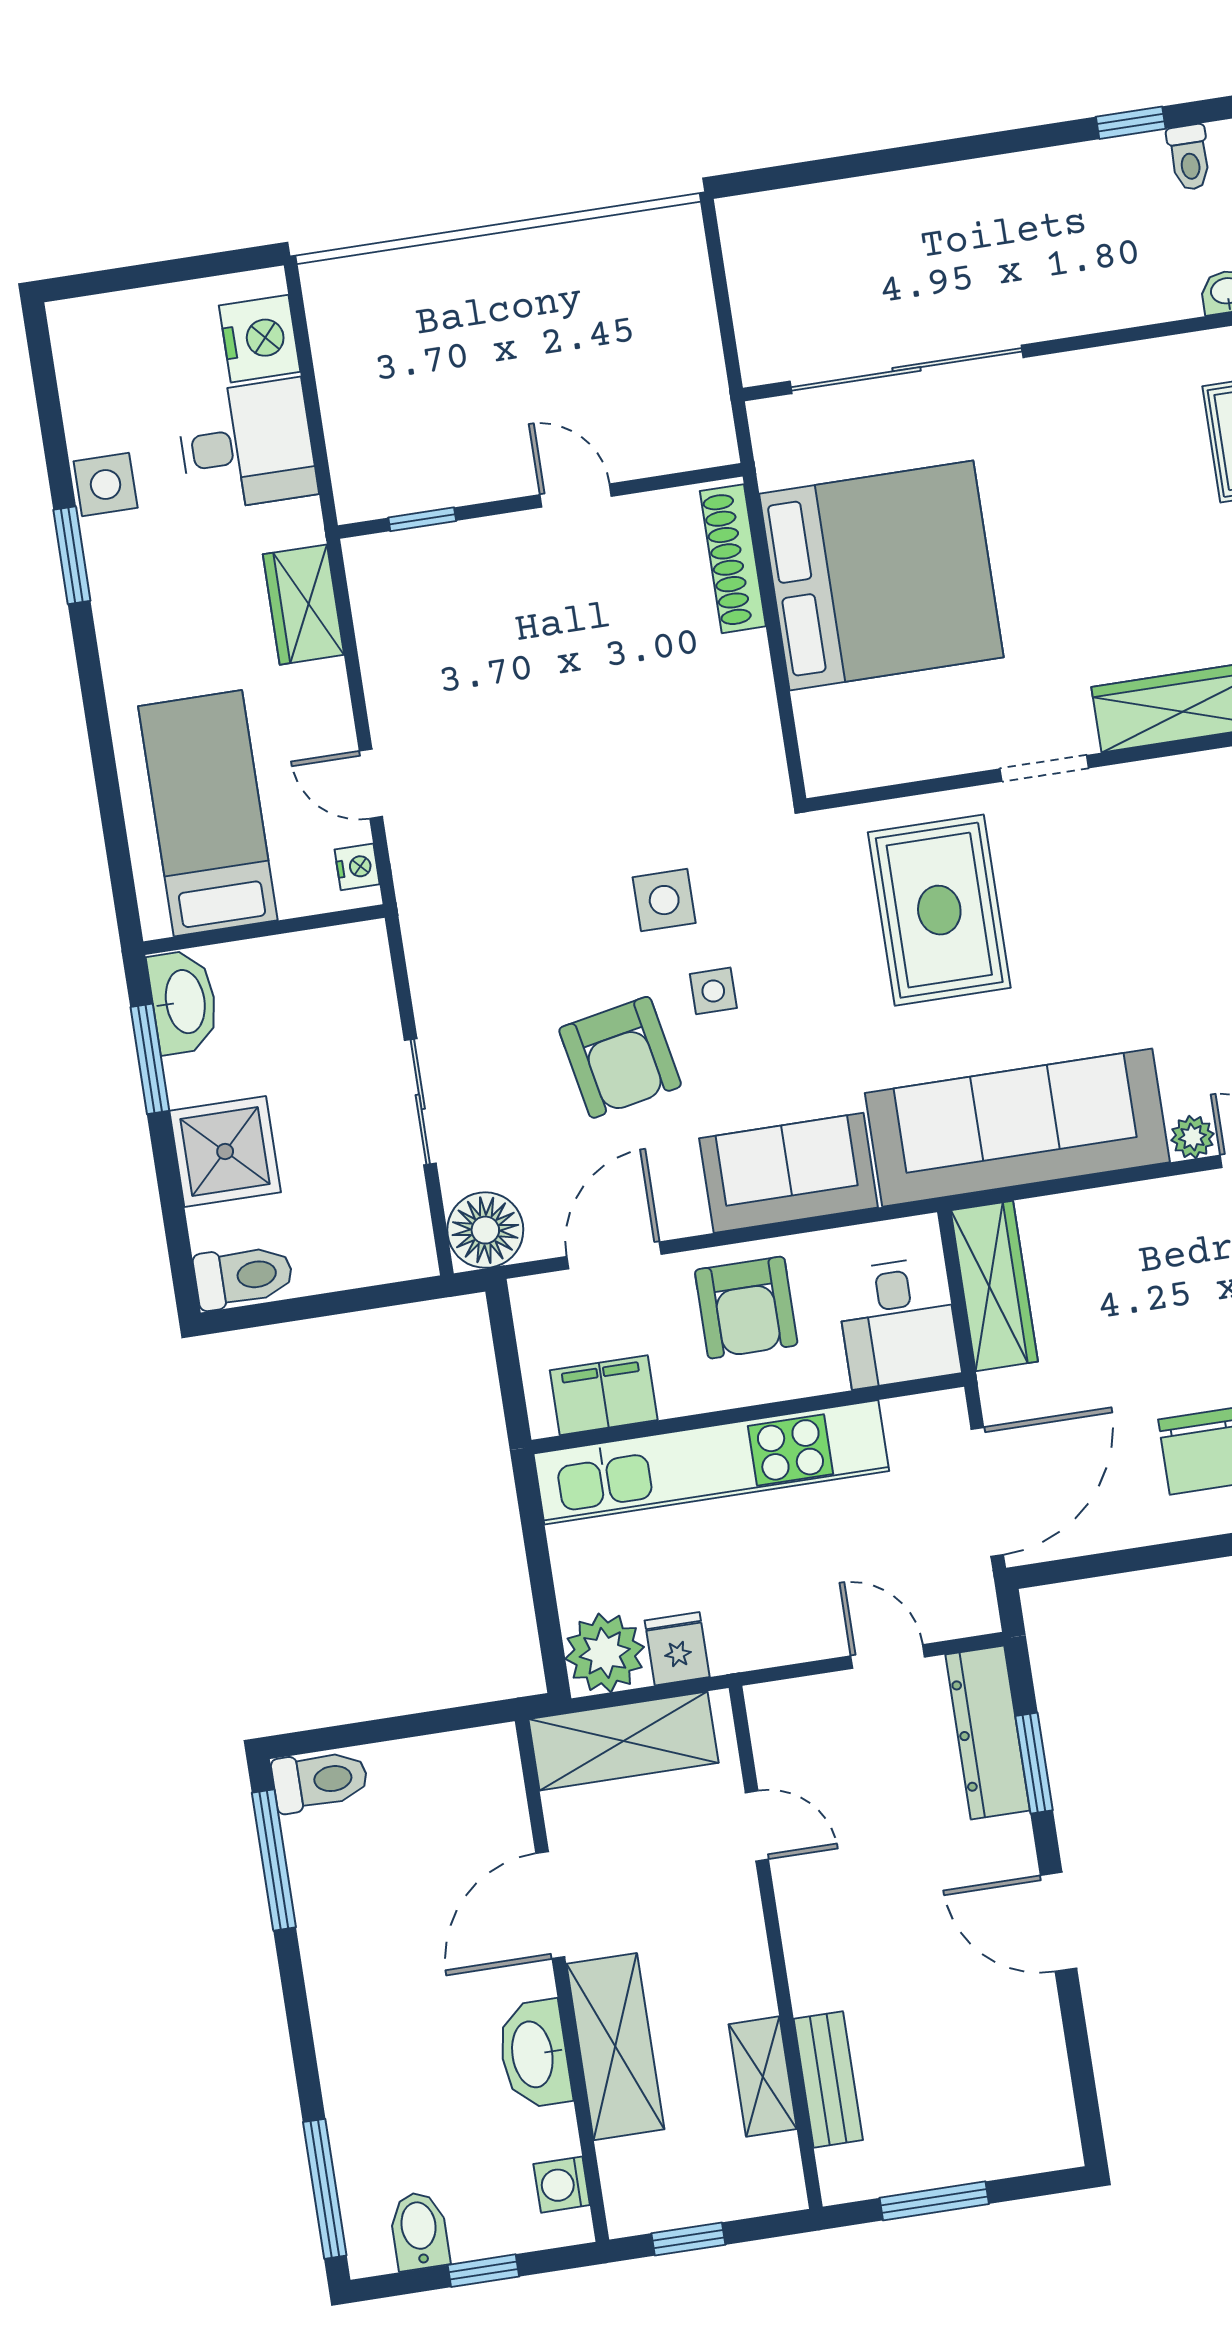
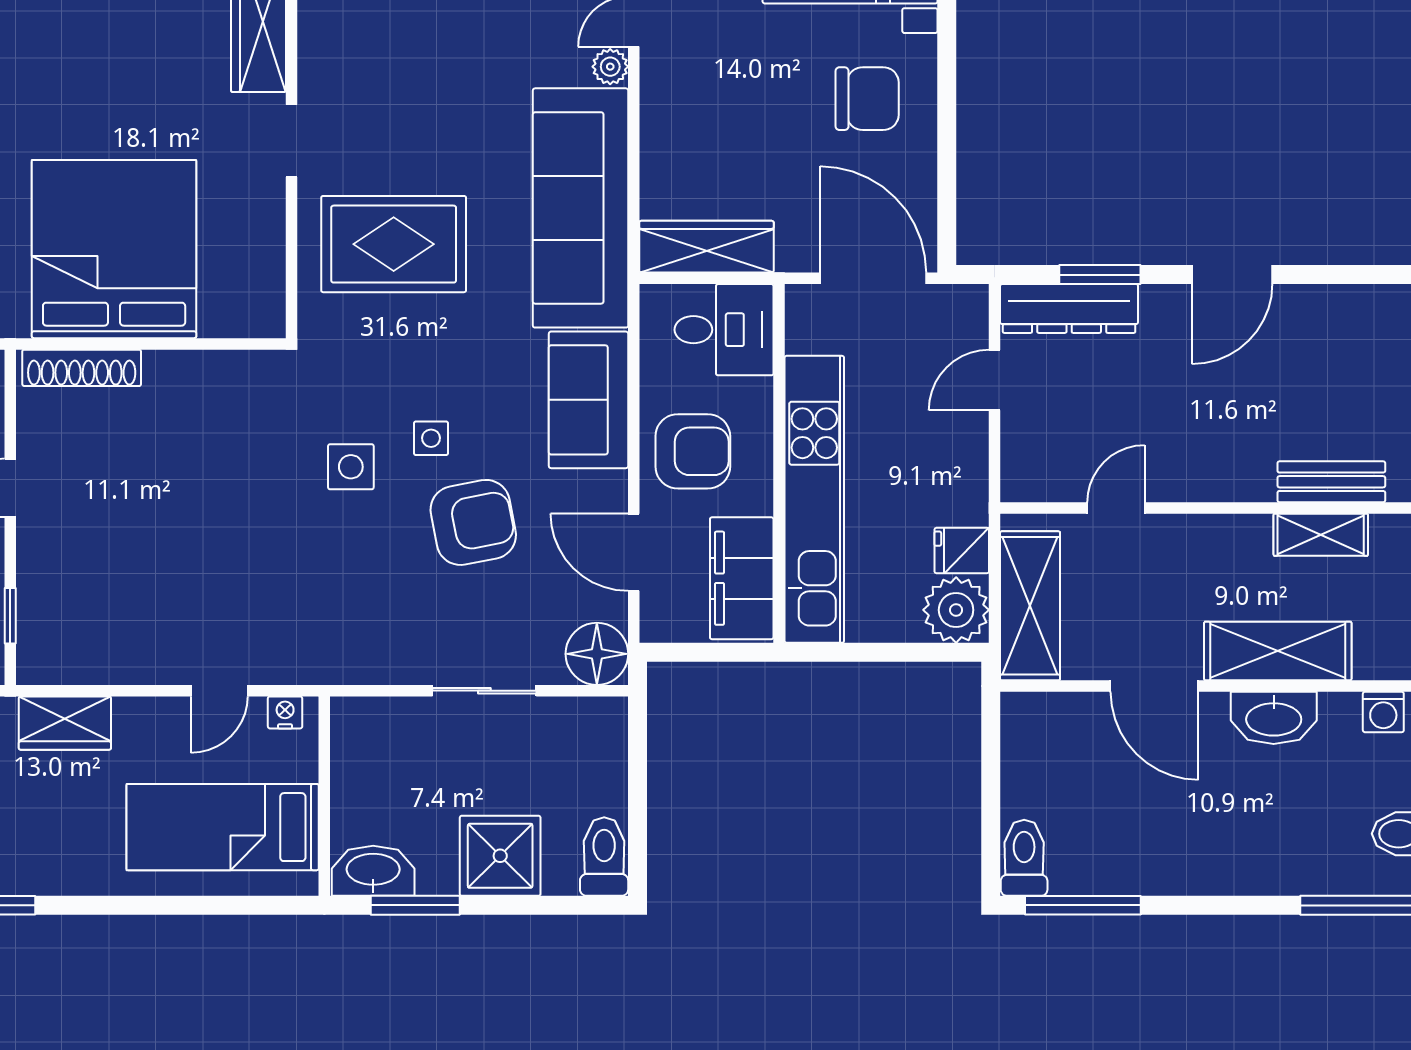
filing cabinet: (604, 1395) -> (742, 578), width x1.50, depth x1.17

